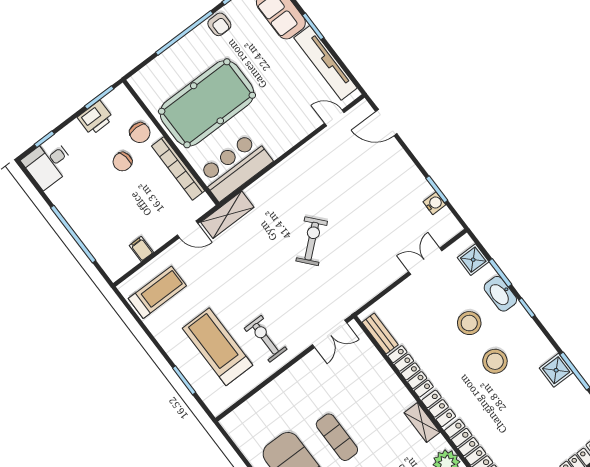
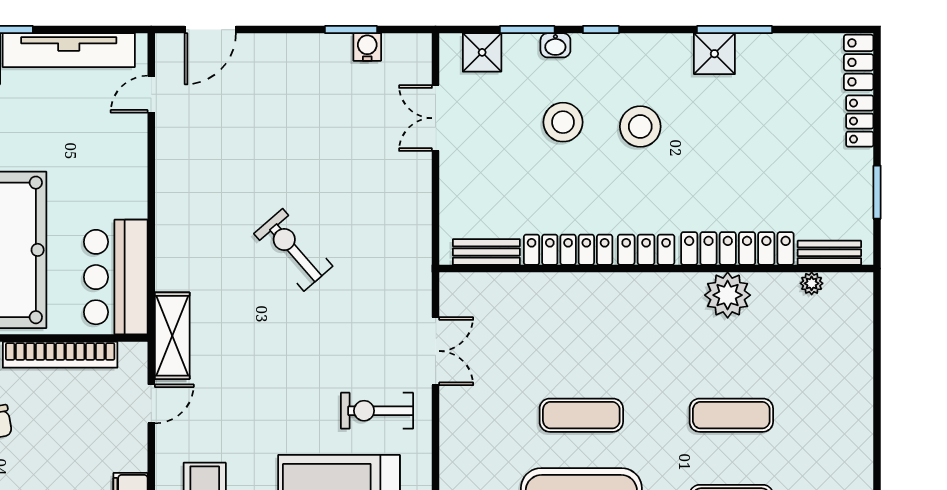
washbasin: (500, 294) -> (555, 45), width x0.52, depth x0.69
double door: (330, 334) -> (436, 351), moved
shelving: (422, 422) -> (648, 286), removed

